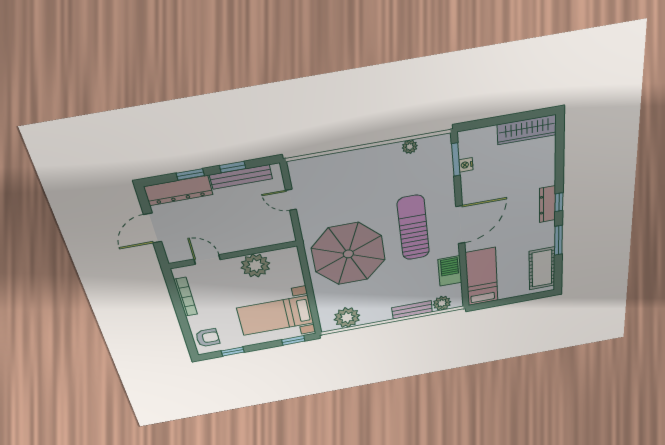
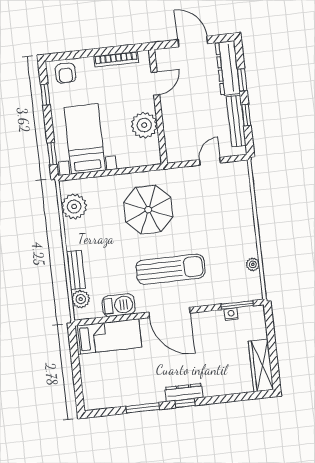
parasol: (348, 254) -> (148, 210), width x0.73, depth x0.73
cot: (542, 268) -> (112, 395), removed

